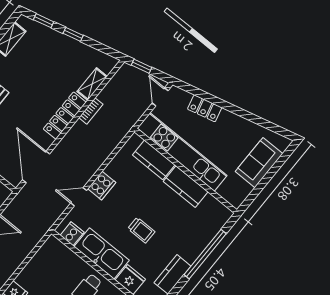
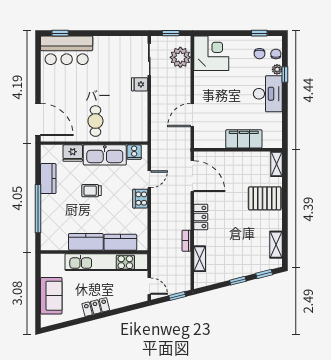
locker: (205, 108) -> (96, 307), moved
locker: (65, 116) -> (201, 217), width x0.66

